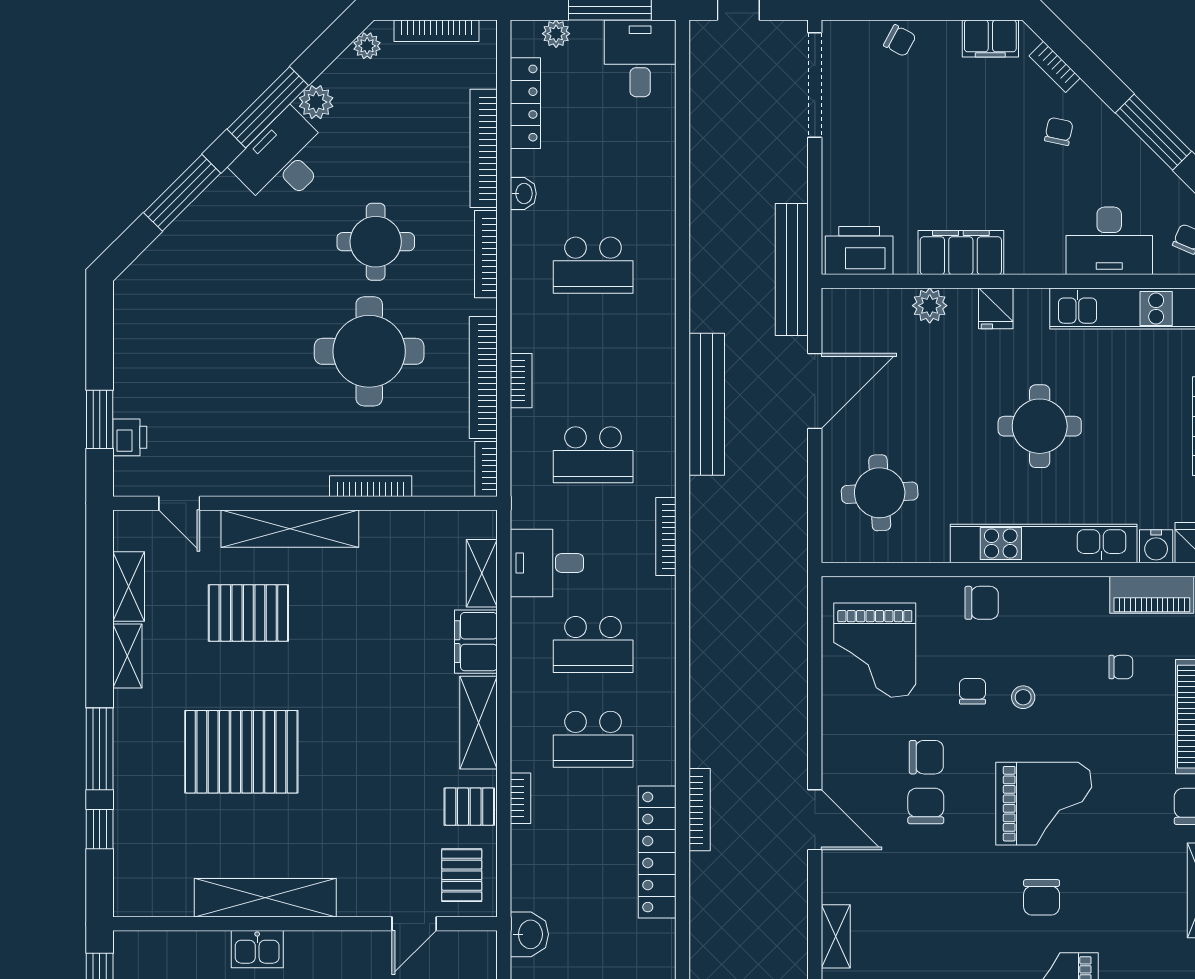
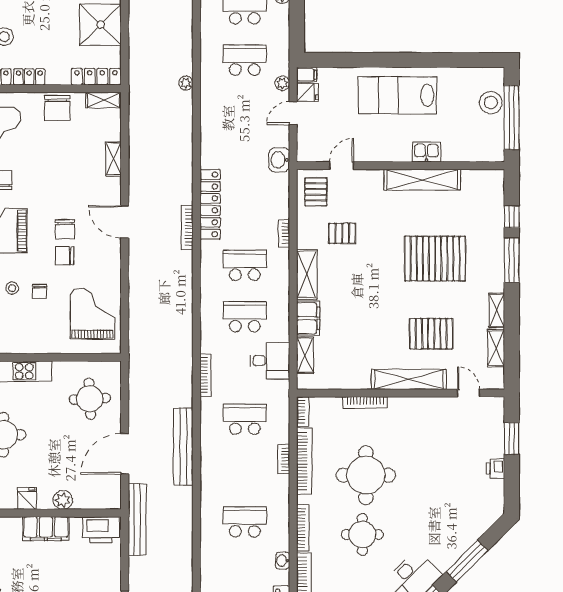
printer: (130, 437) -> (495, 468), moved
chair: (982, 603) -> (35, 339), removed
pallet: (469, 807) -> (342, 233), moved

